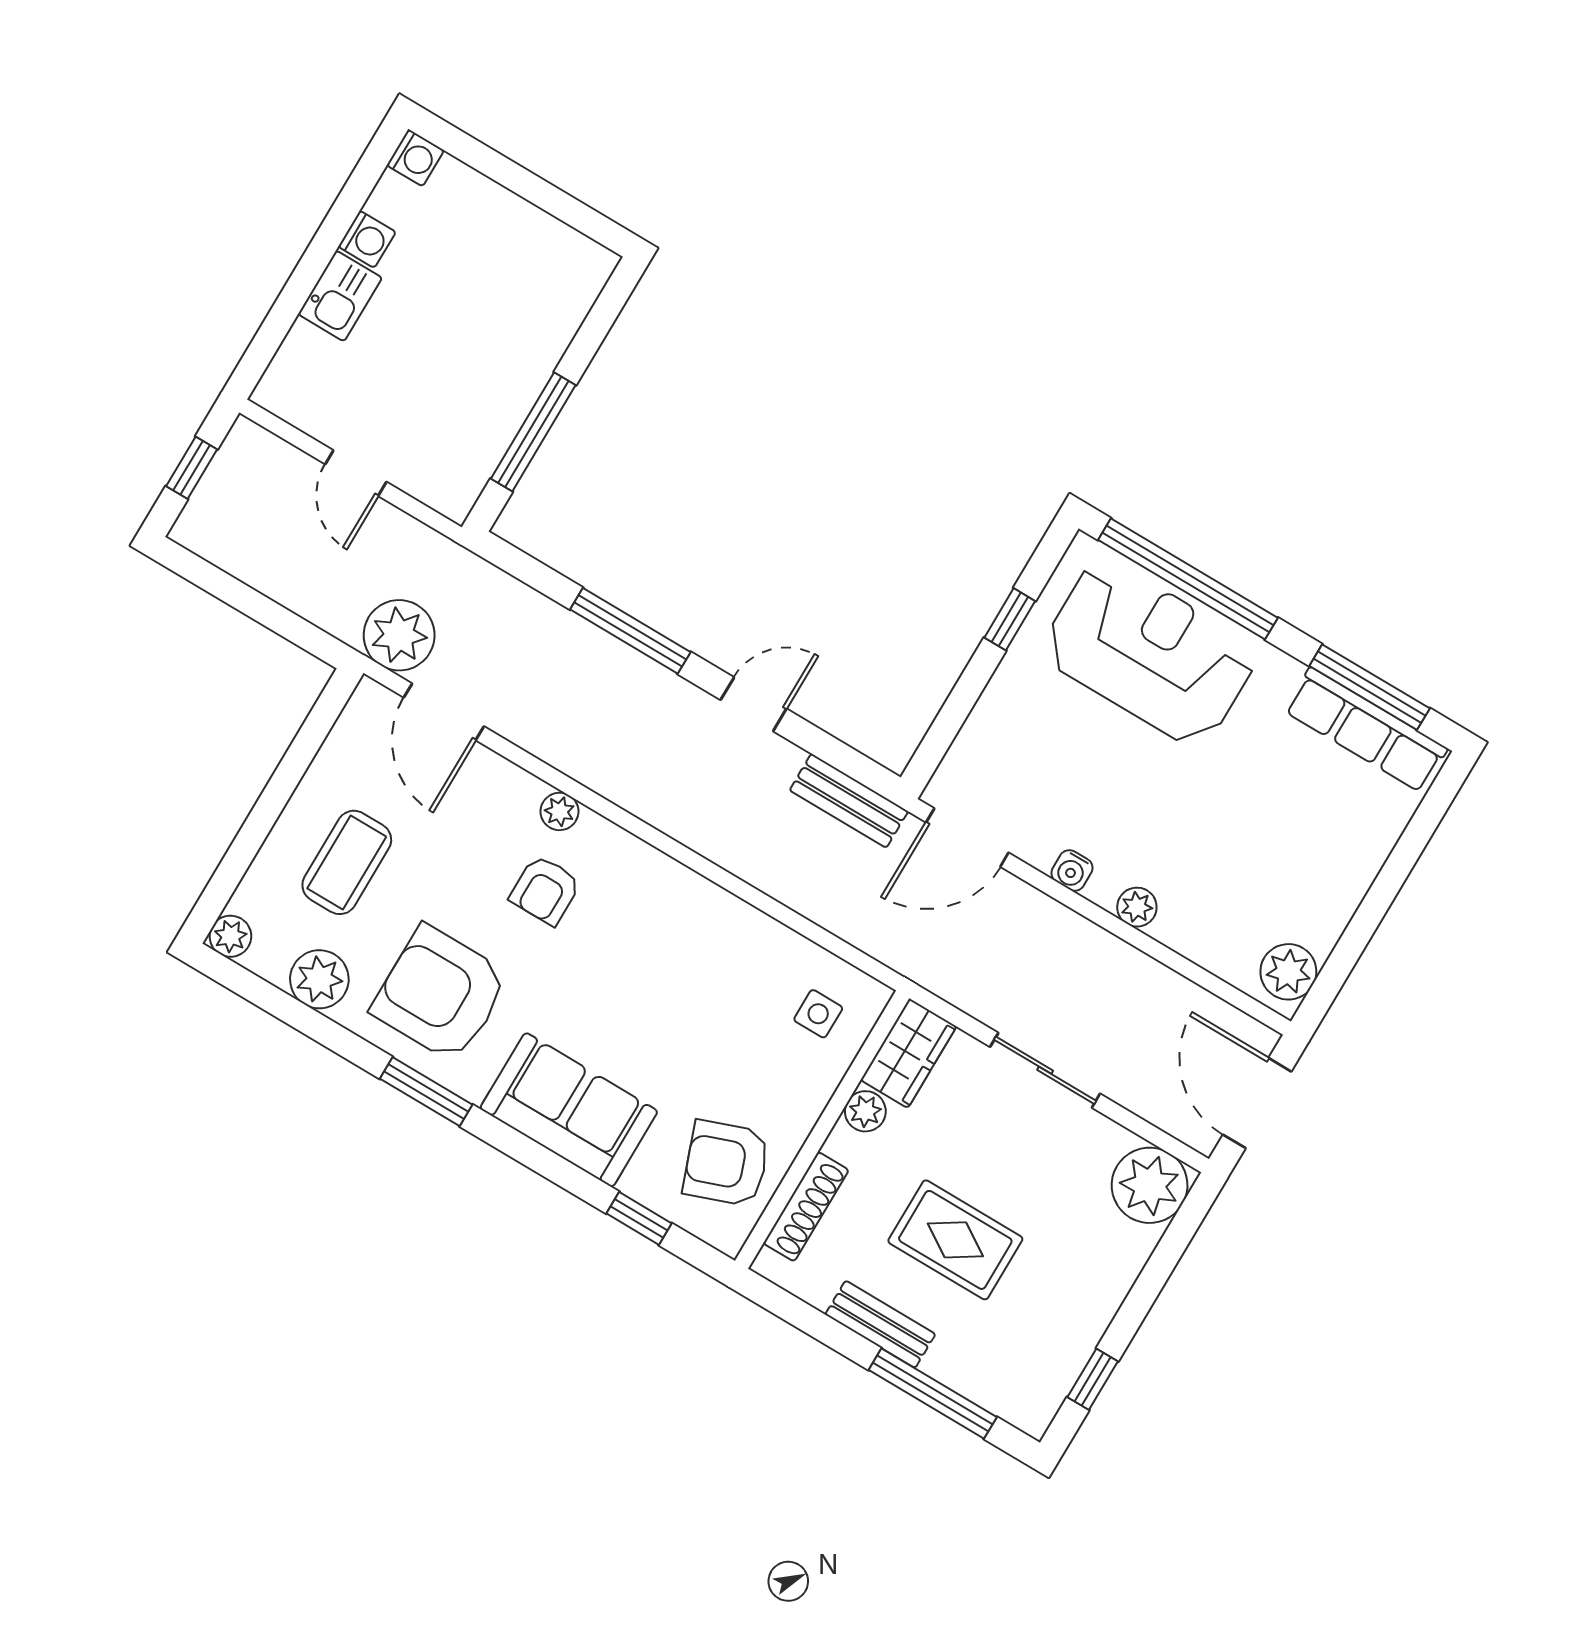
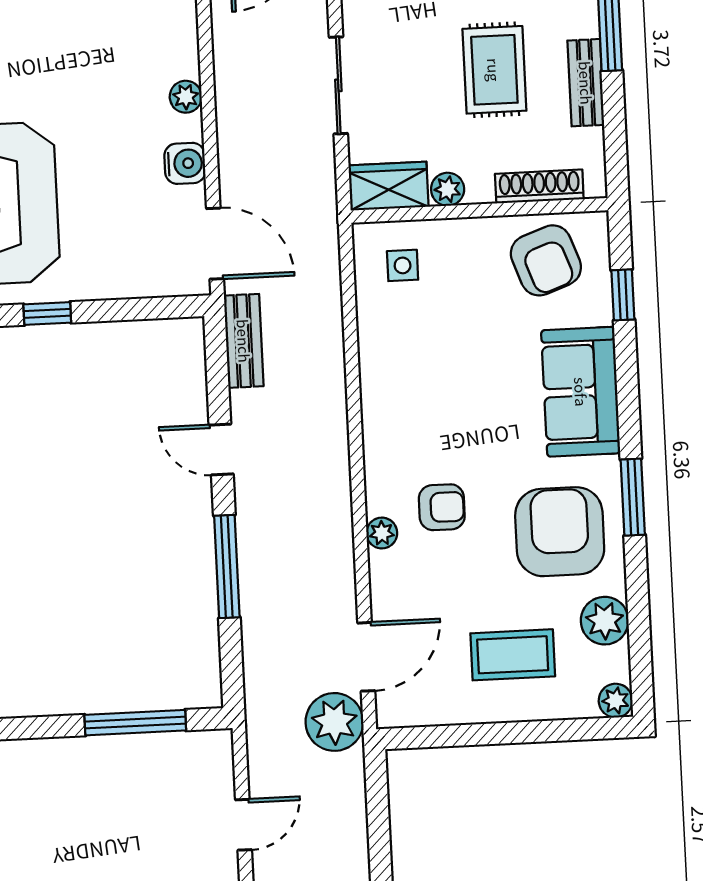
water cooler: (1072, 870) -> (185, 163), width x1.38, depth x1.38
armchair: (440, 994) -> (560, 532), turned 180

